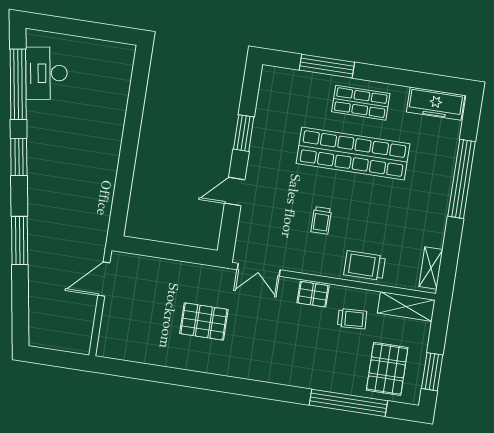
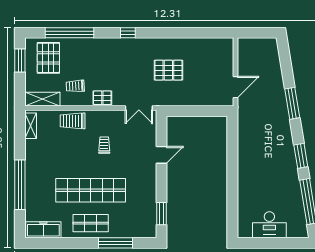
desk: (46, 73) -> (269, 225), moved, turned 99
window: (244, 133) -> (161, 214), moved
trolley: (365, 266) -> (73, 121), turned 180
double door: (259, 270) -> (139, 108), swing flipped
window: (258, 389) -> (128, 33), added

